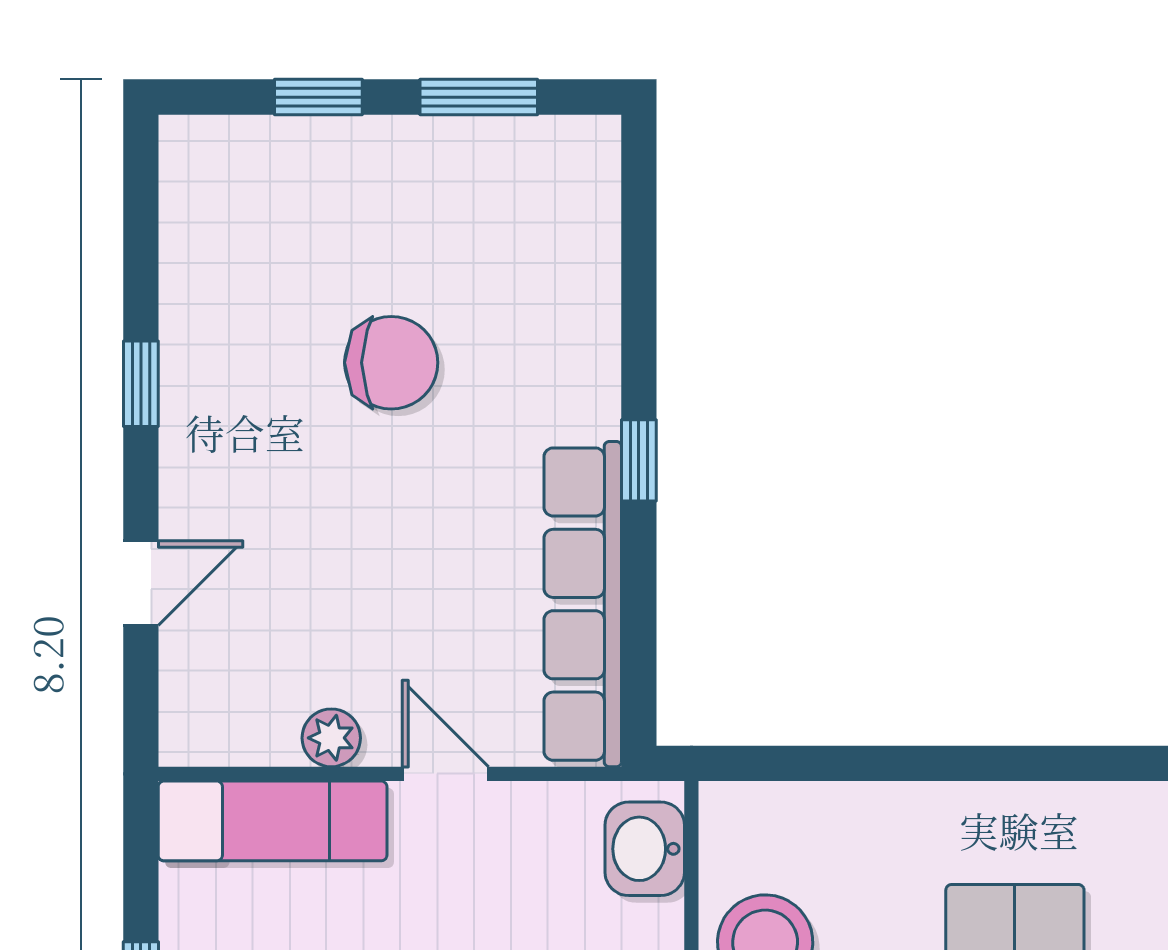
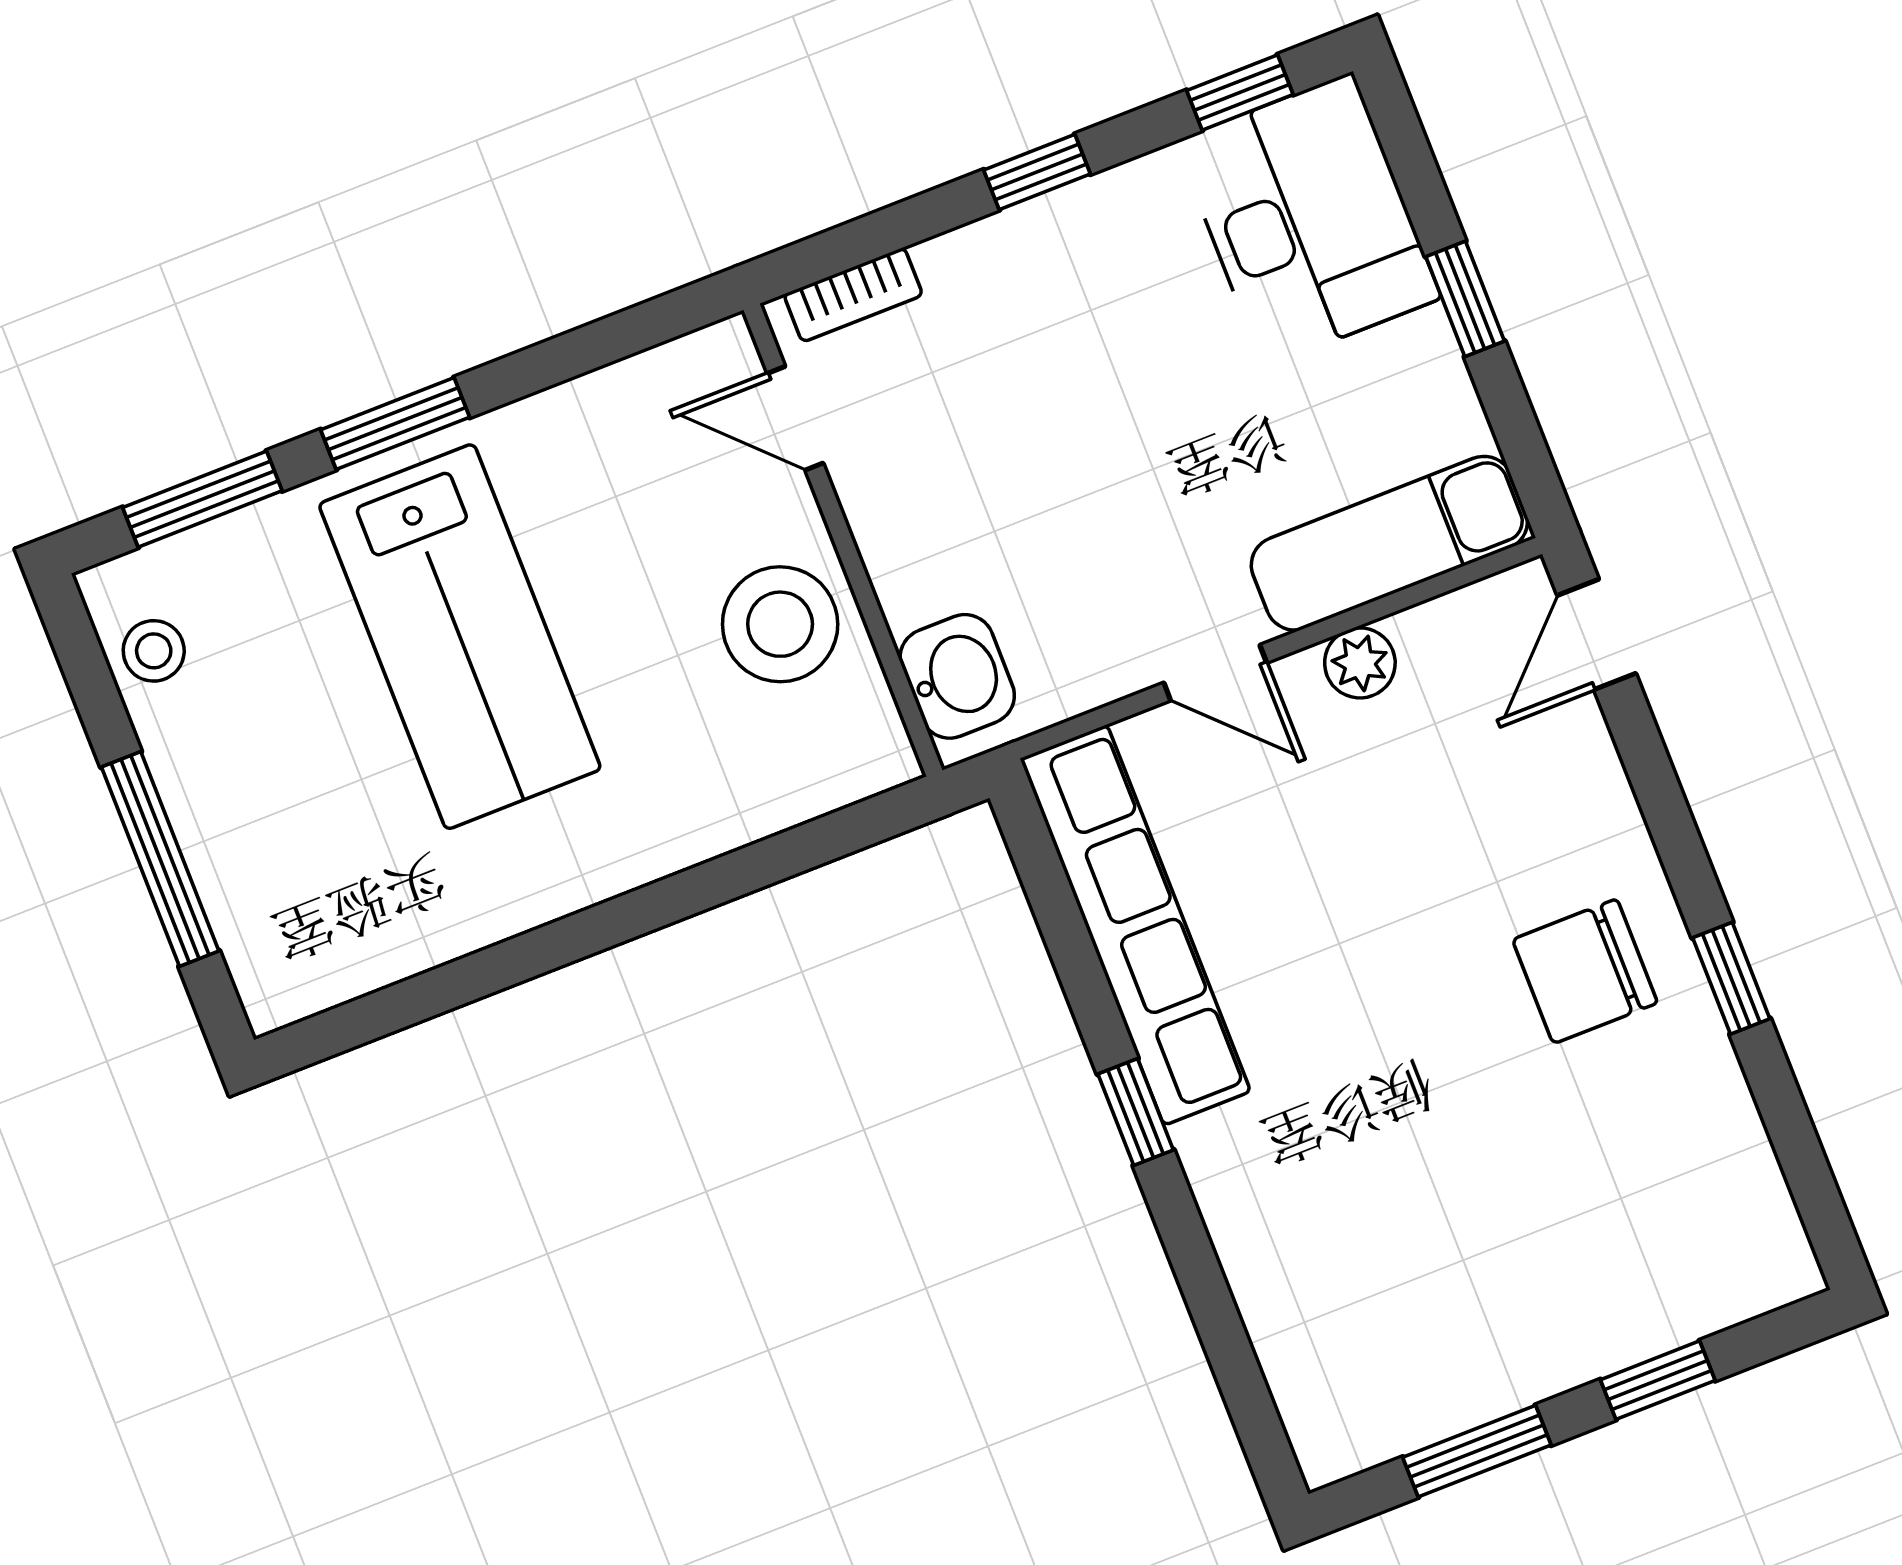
chair: (391, 363) -> (1585, 971), moved
door: (141, 583) -> (1597, 634), moved

